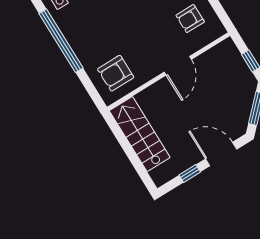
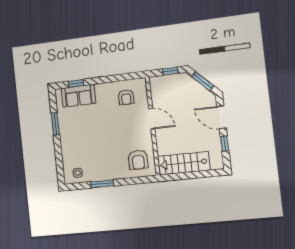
window: (61, 41) -> (102, 184), width x0.47
door: (221, 154) -> (222, 117), hinge flipped

